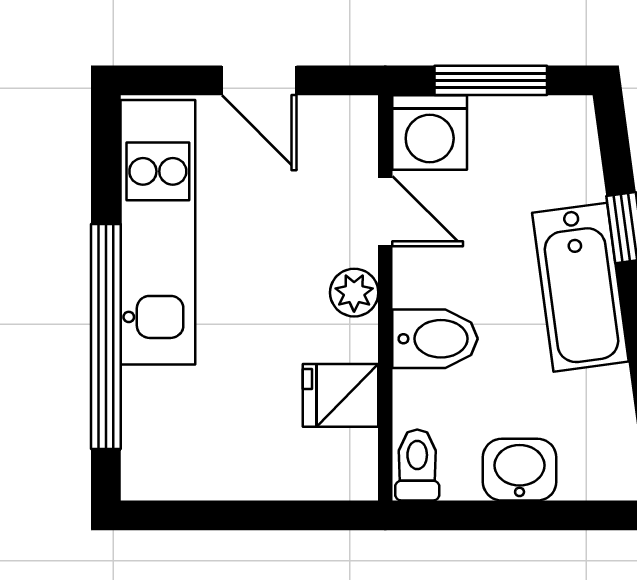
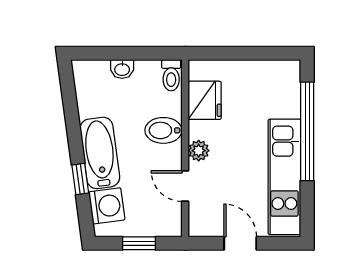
window: (491, 80) -> (139, 243), width x0.67
washing machine: (430, 132) -> (107, 206), moved, turned 82
fridge: (340, 395) -> (205, 100), width x1.38
washbasin: (520, 470) -> (122, 69), width x0.72, depth x0.69

